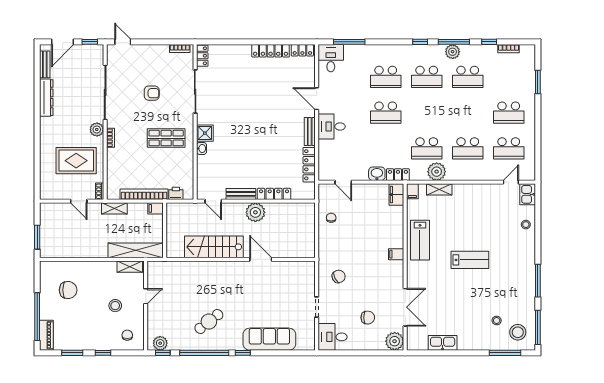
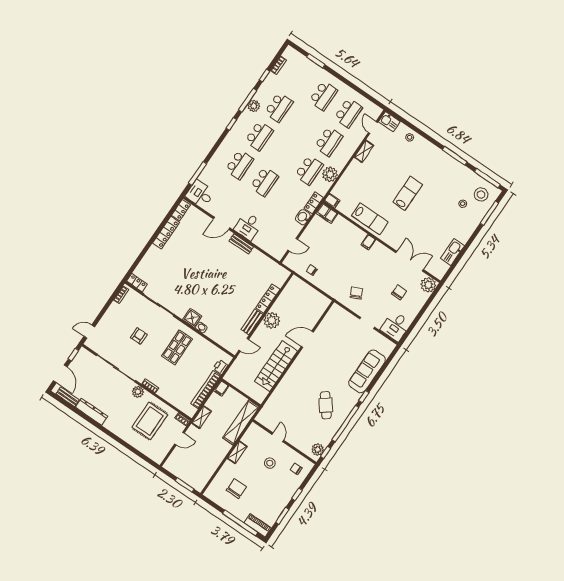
locker: (309, 165) -> (264, 260), removed
shelving: (439, 189) -> (364, 151), moved
shelving: (130, 267) -> (237, 452), moved

